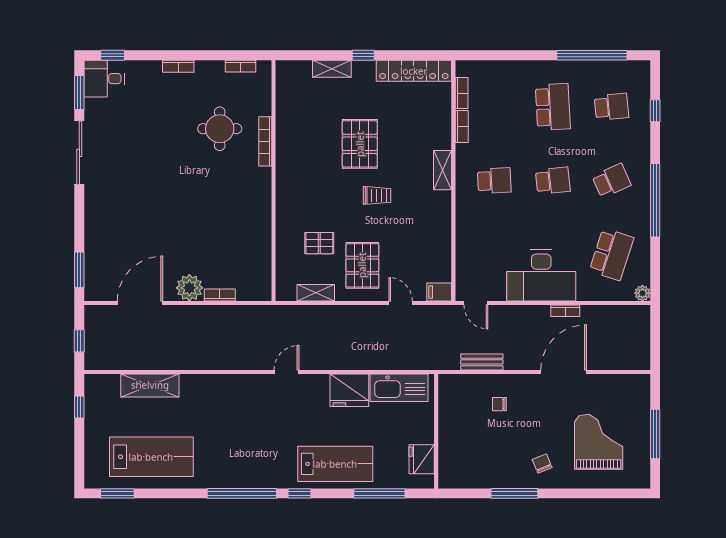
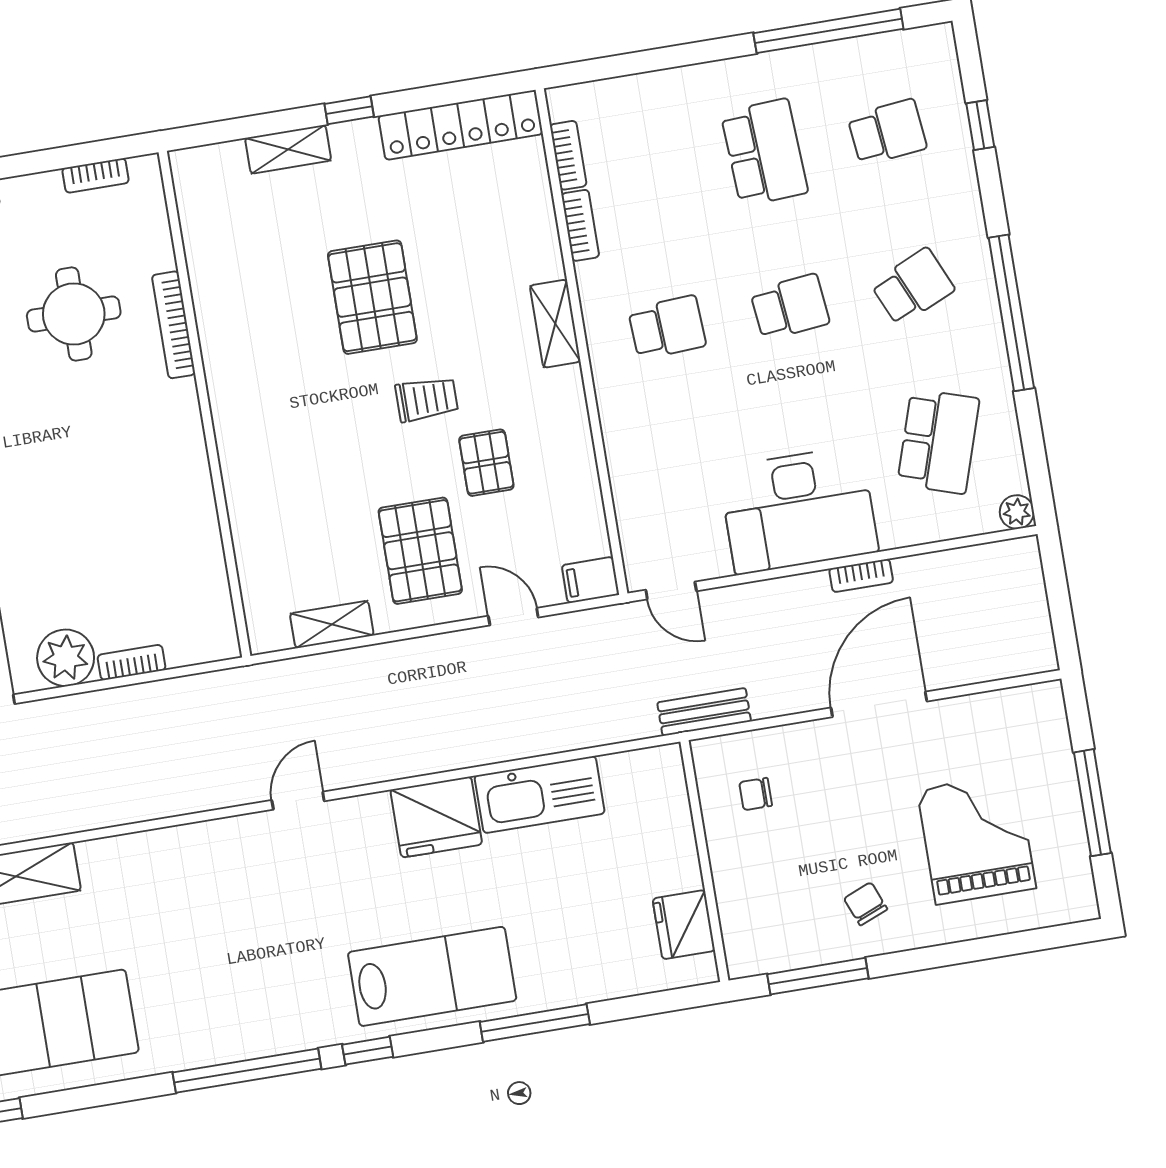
pallet: (319, 243) -> (486, 463), moved, turned 90
wall: (436, 431) -> (704, 861), moved
fridge: (422, 459) -> (684, 925), moved

